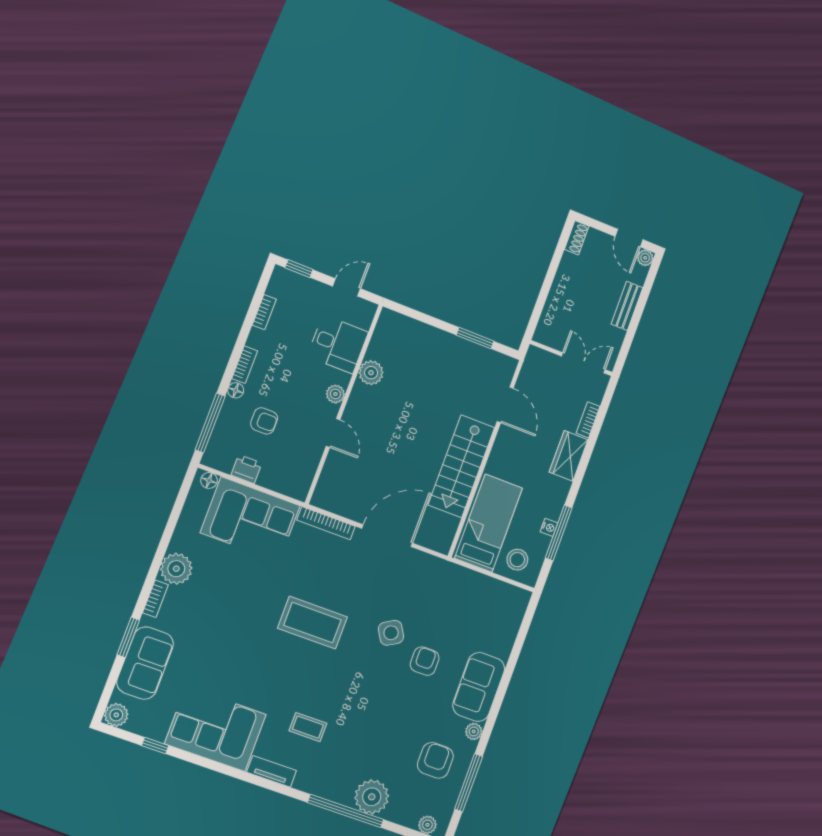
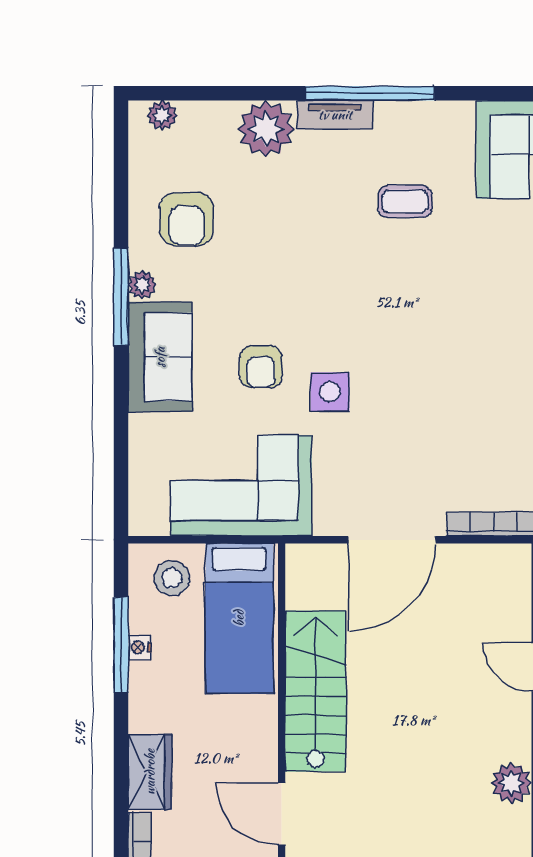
corner sofa: (460, 598) -> (241, 486), added
coffee table: (312, 623) -> (458, 364), removed
side table: (391, 633) -> (330, 392), turned 30
tv unit: (272, 771) -> (335, 115), moved
window: (469, 783) -> (121, 297), moved
window: (346, 811) -> (370, 93), moved

